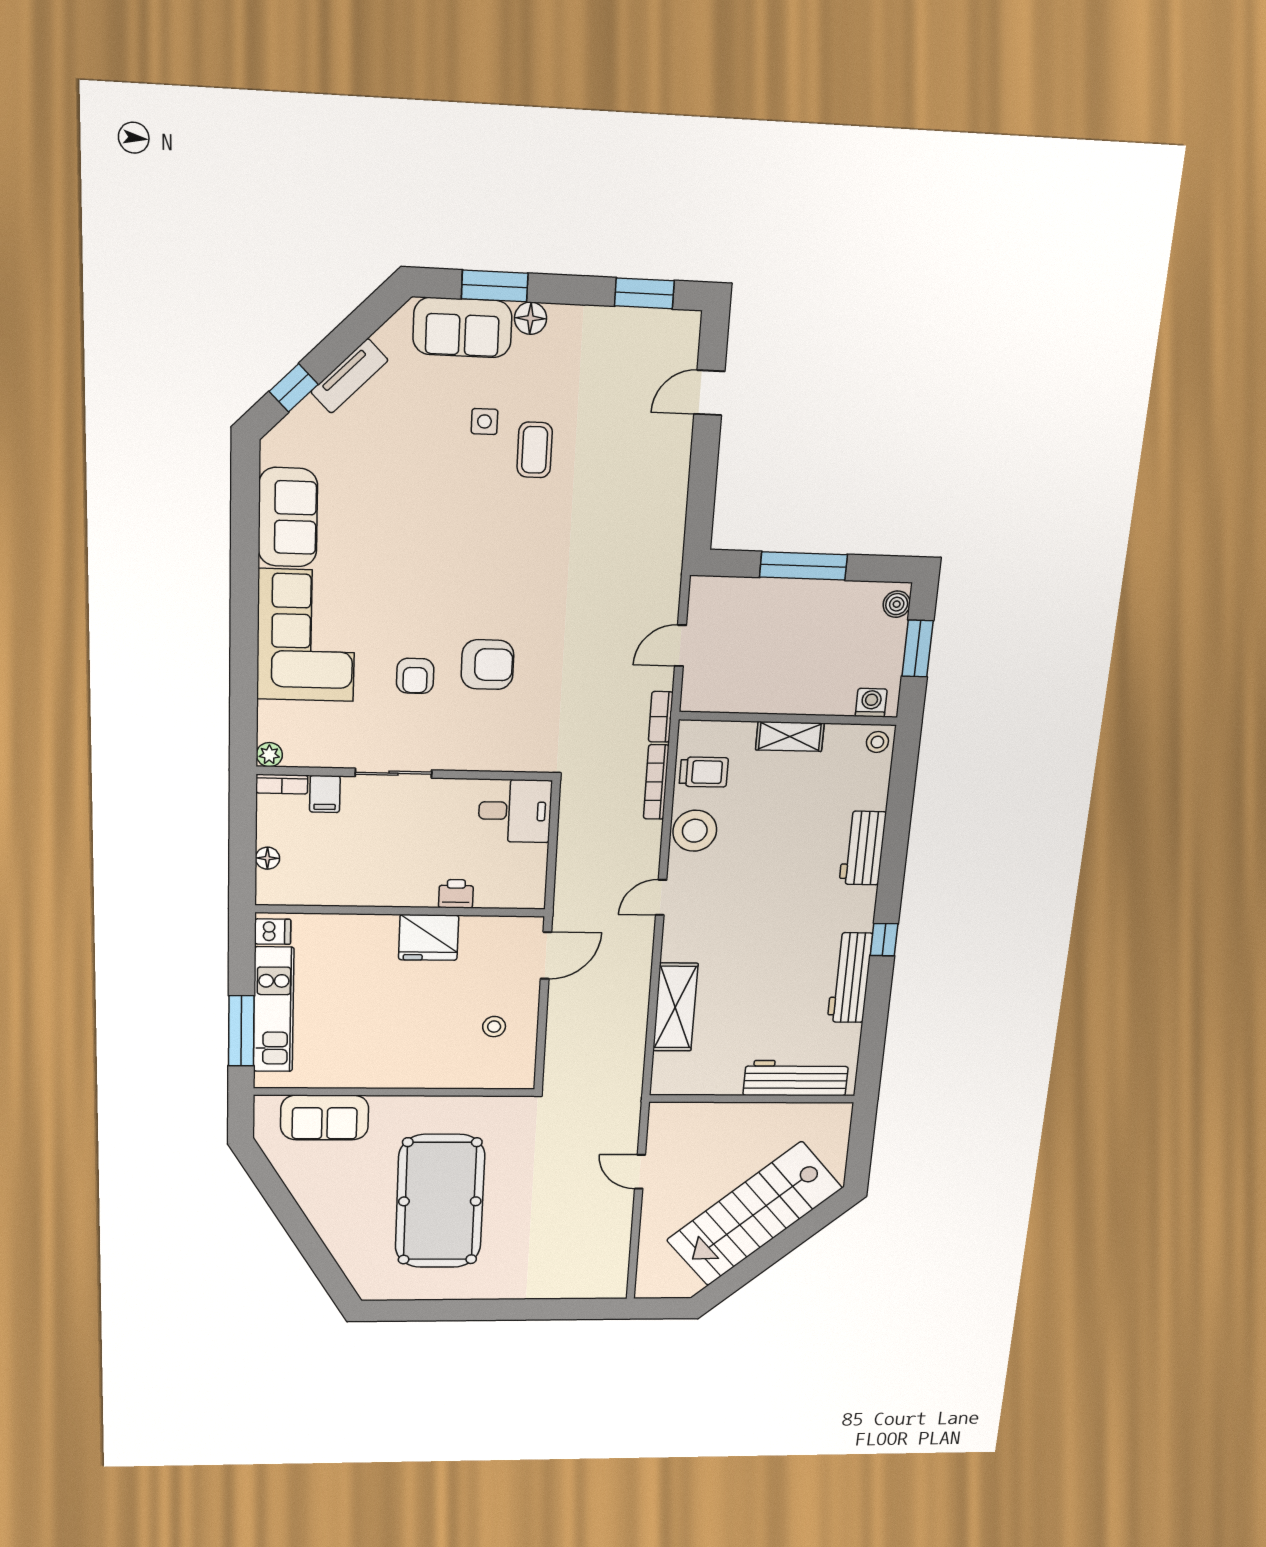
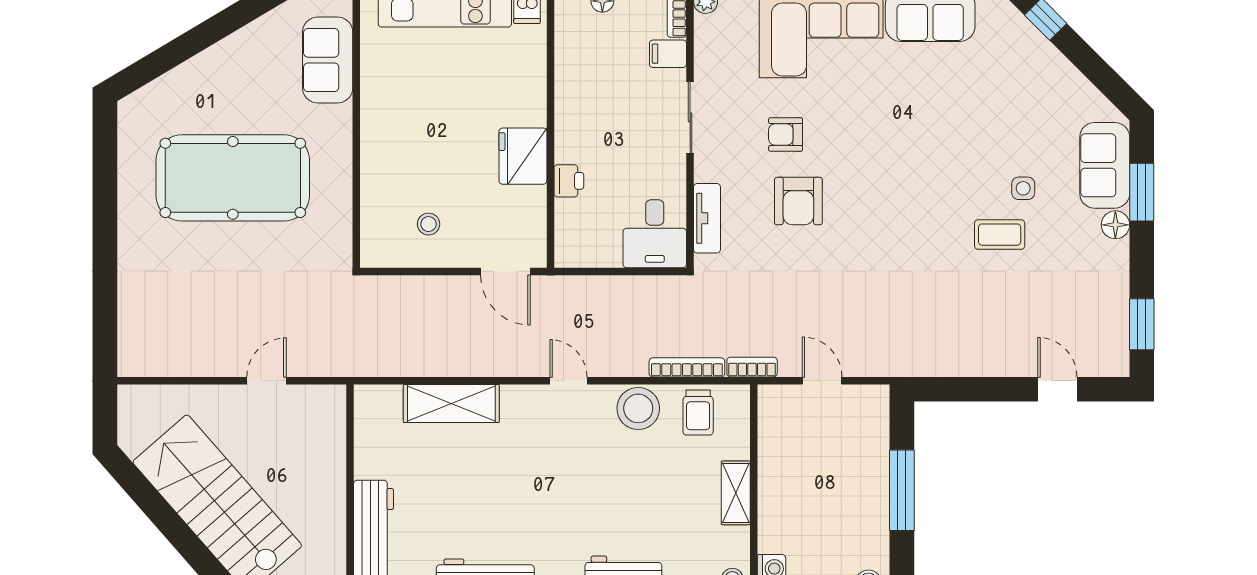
tv unit: (349, 376) -> (707, 218), moved, turned -135

